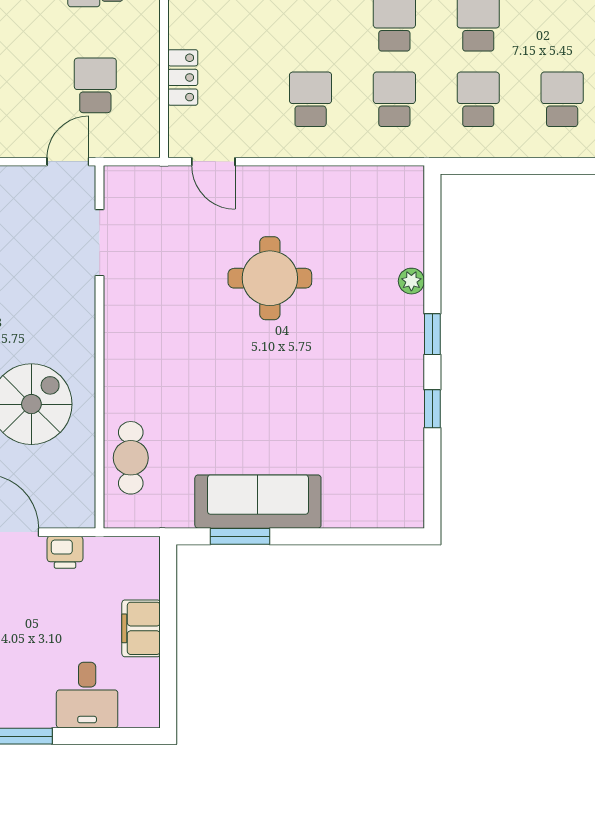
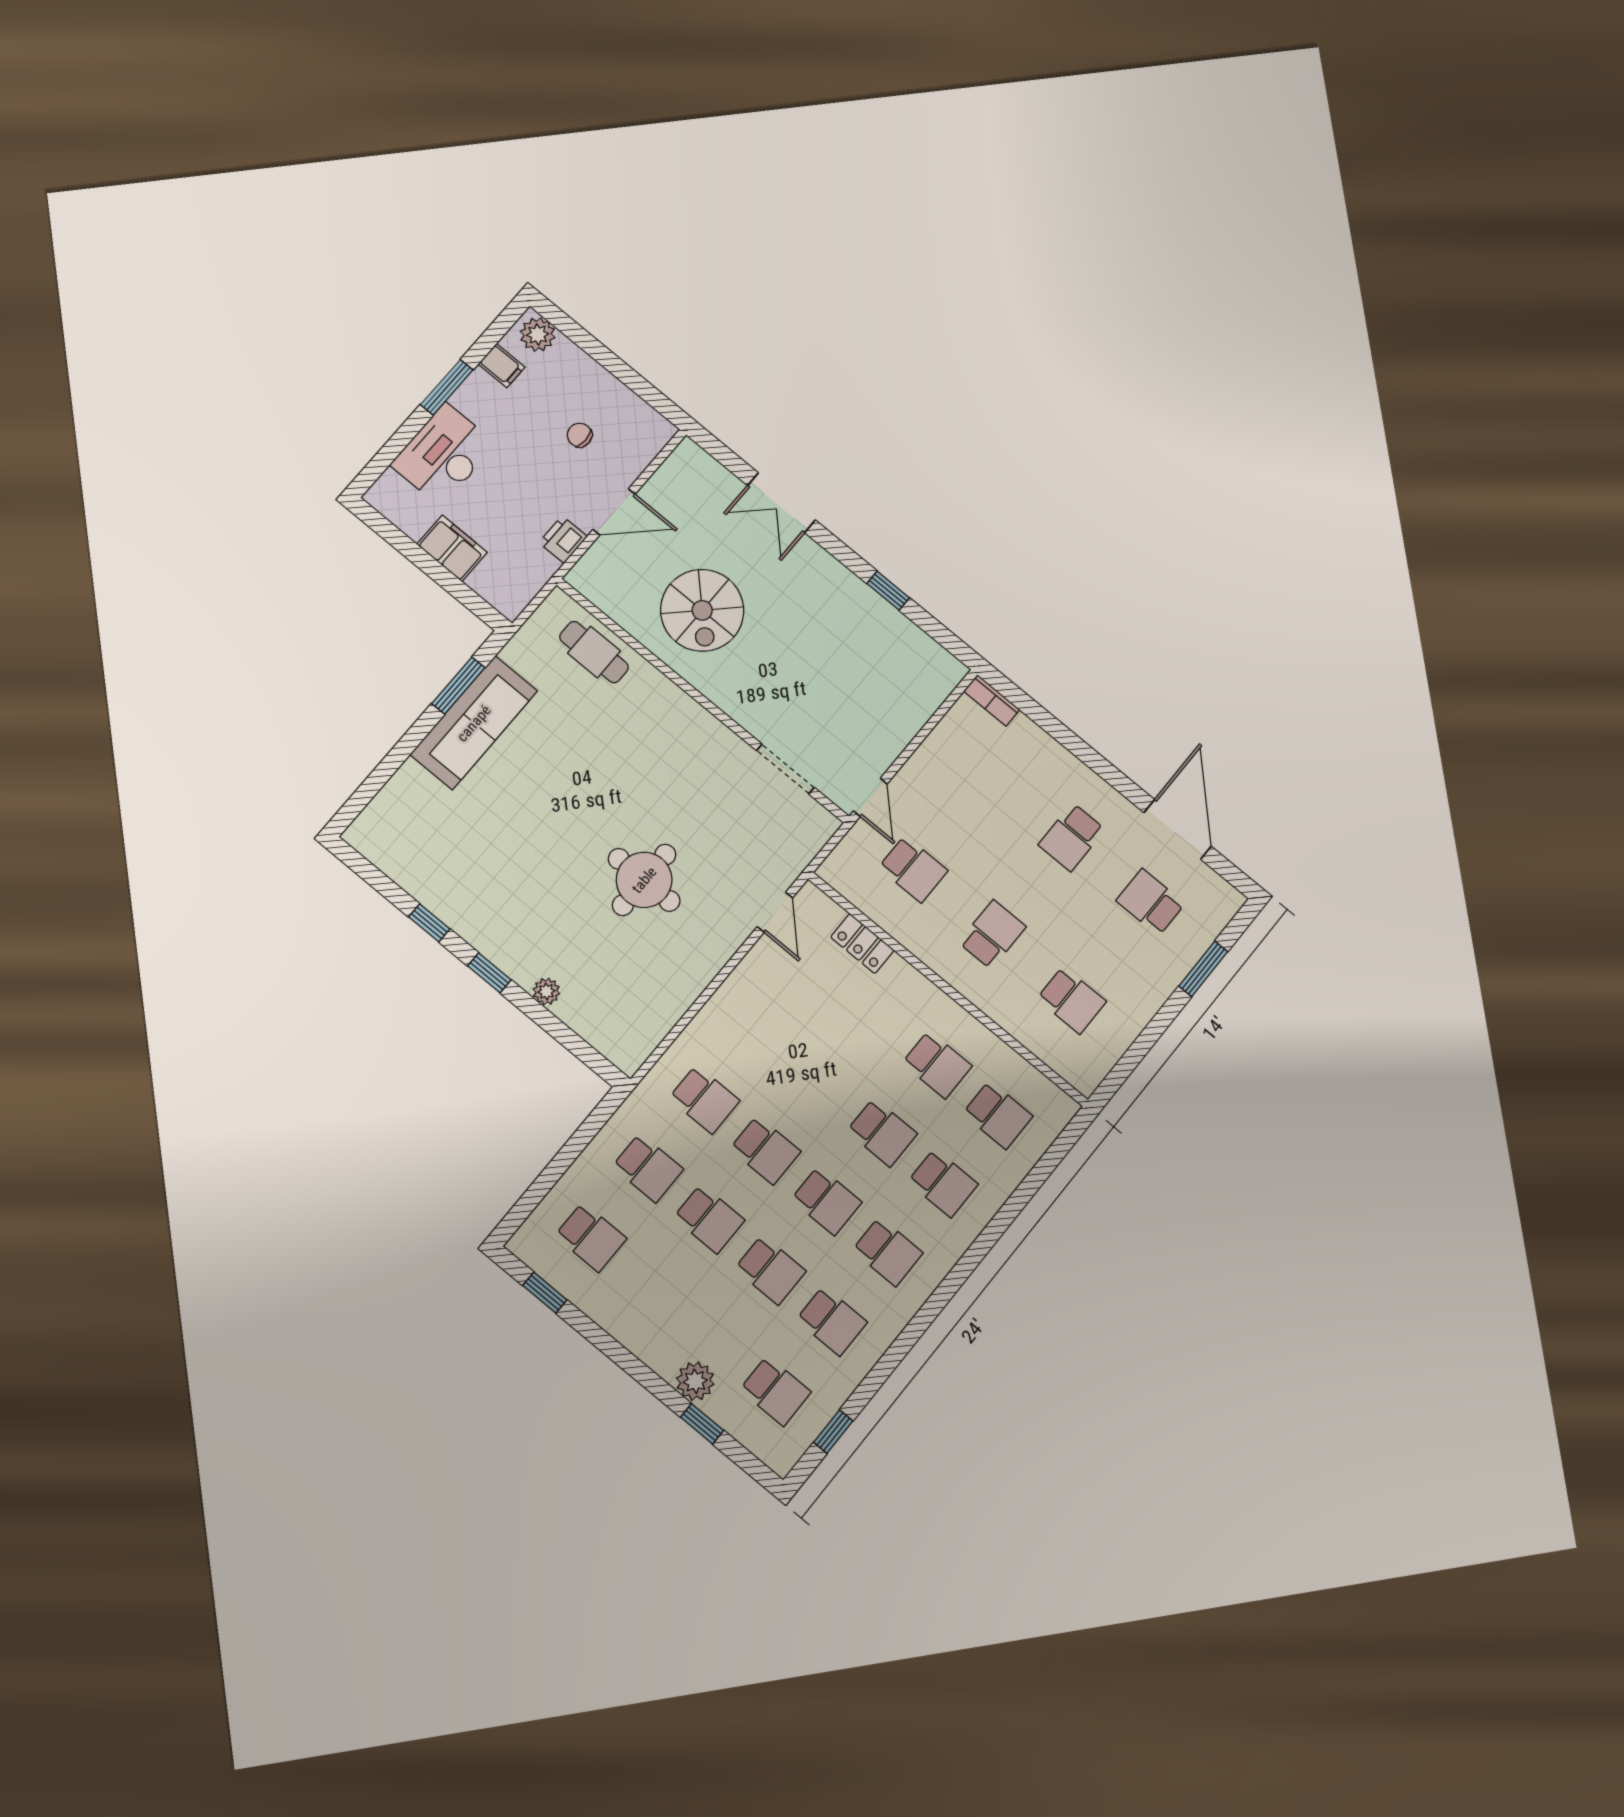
school desk: (311, 99) -> (760, 1031), removed
door: (213, 162) -> (775, 912), swing flipped
desk: (87, 695) -> (443, 455), width x1.37

